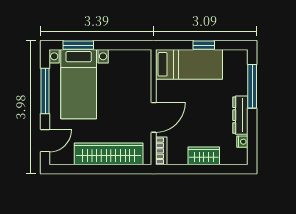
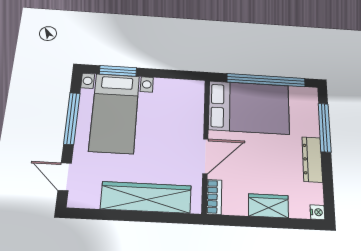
window: (204, 45) -> (266, 80), width x3.17
bed: (189, 64) -> (249, 107), width x1.50
door: (45, 141) -> (65, 177), swing flipped
nightstand: (242, 142) -> (317, 212), moved

